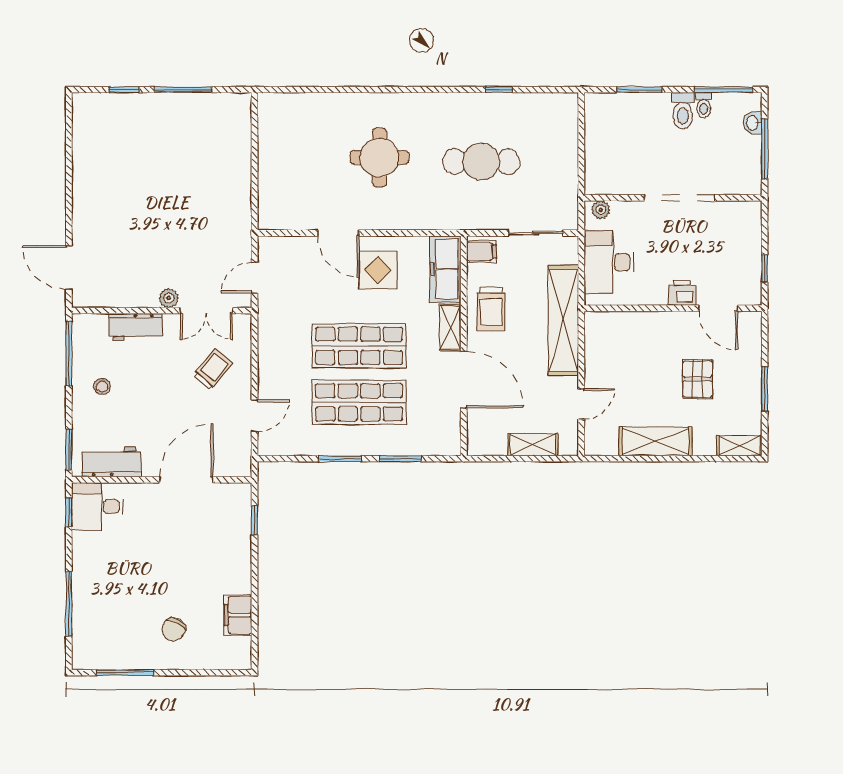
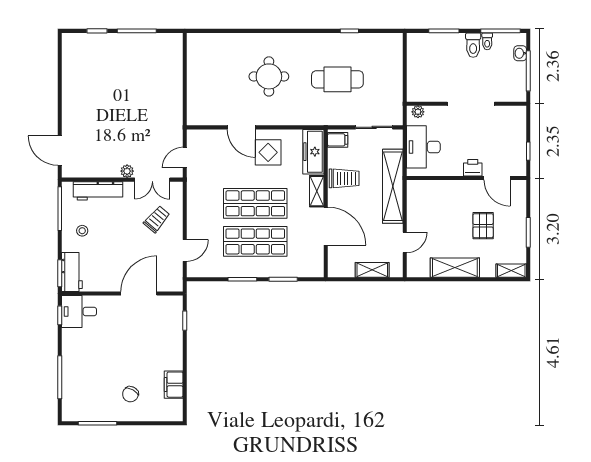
trolley: (491, 309) -> (344, 178), turned -90
workbench: (136, 327) -> (98, 191), width x1.38
workbench: (111, 462) -> (72, 272), moved, turned 90

